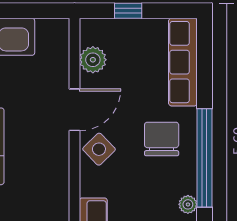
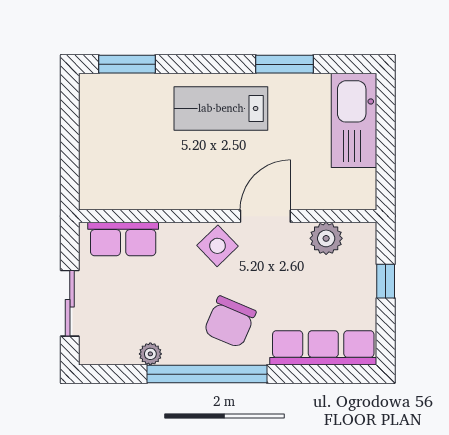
door: (75, 110) -> (265, 216), swing flipped
chair: (162, 139) -> (230, 322), turned 113

